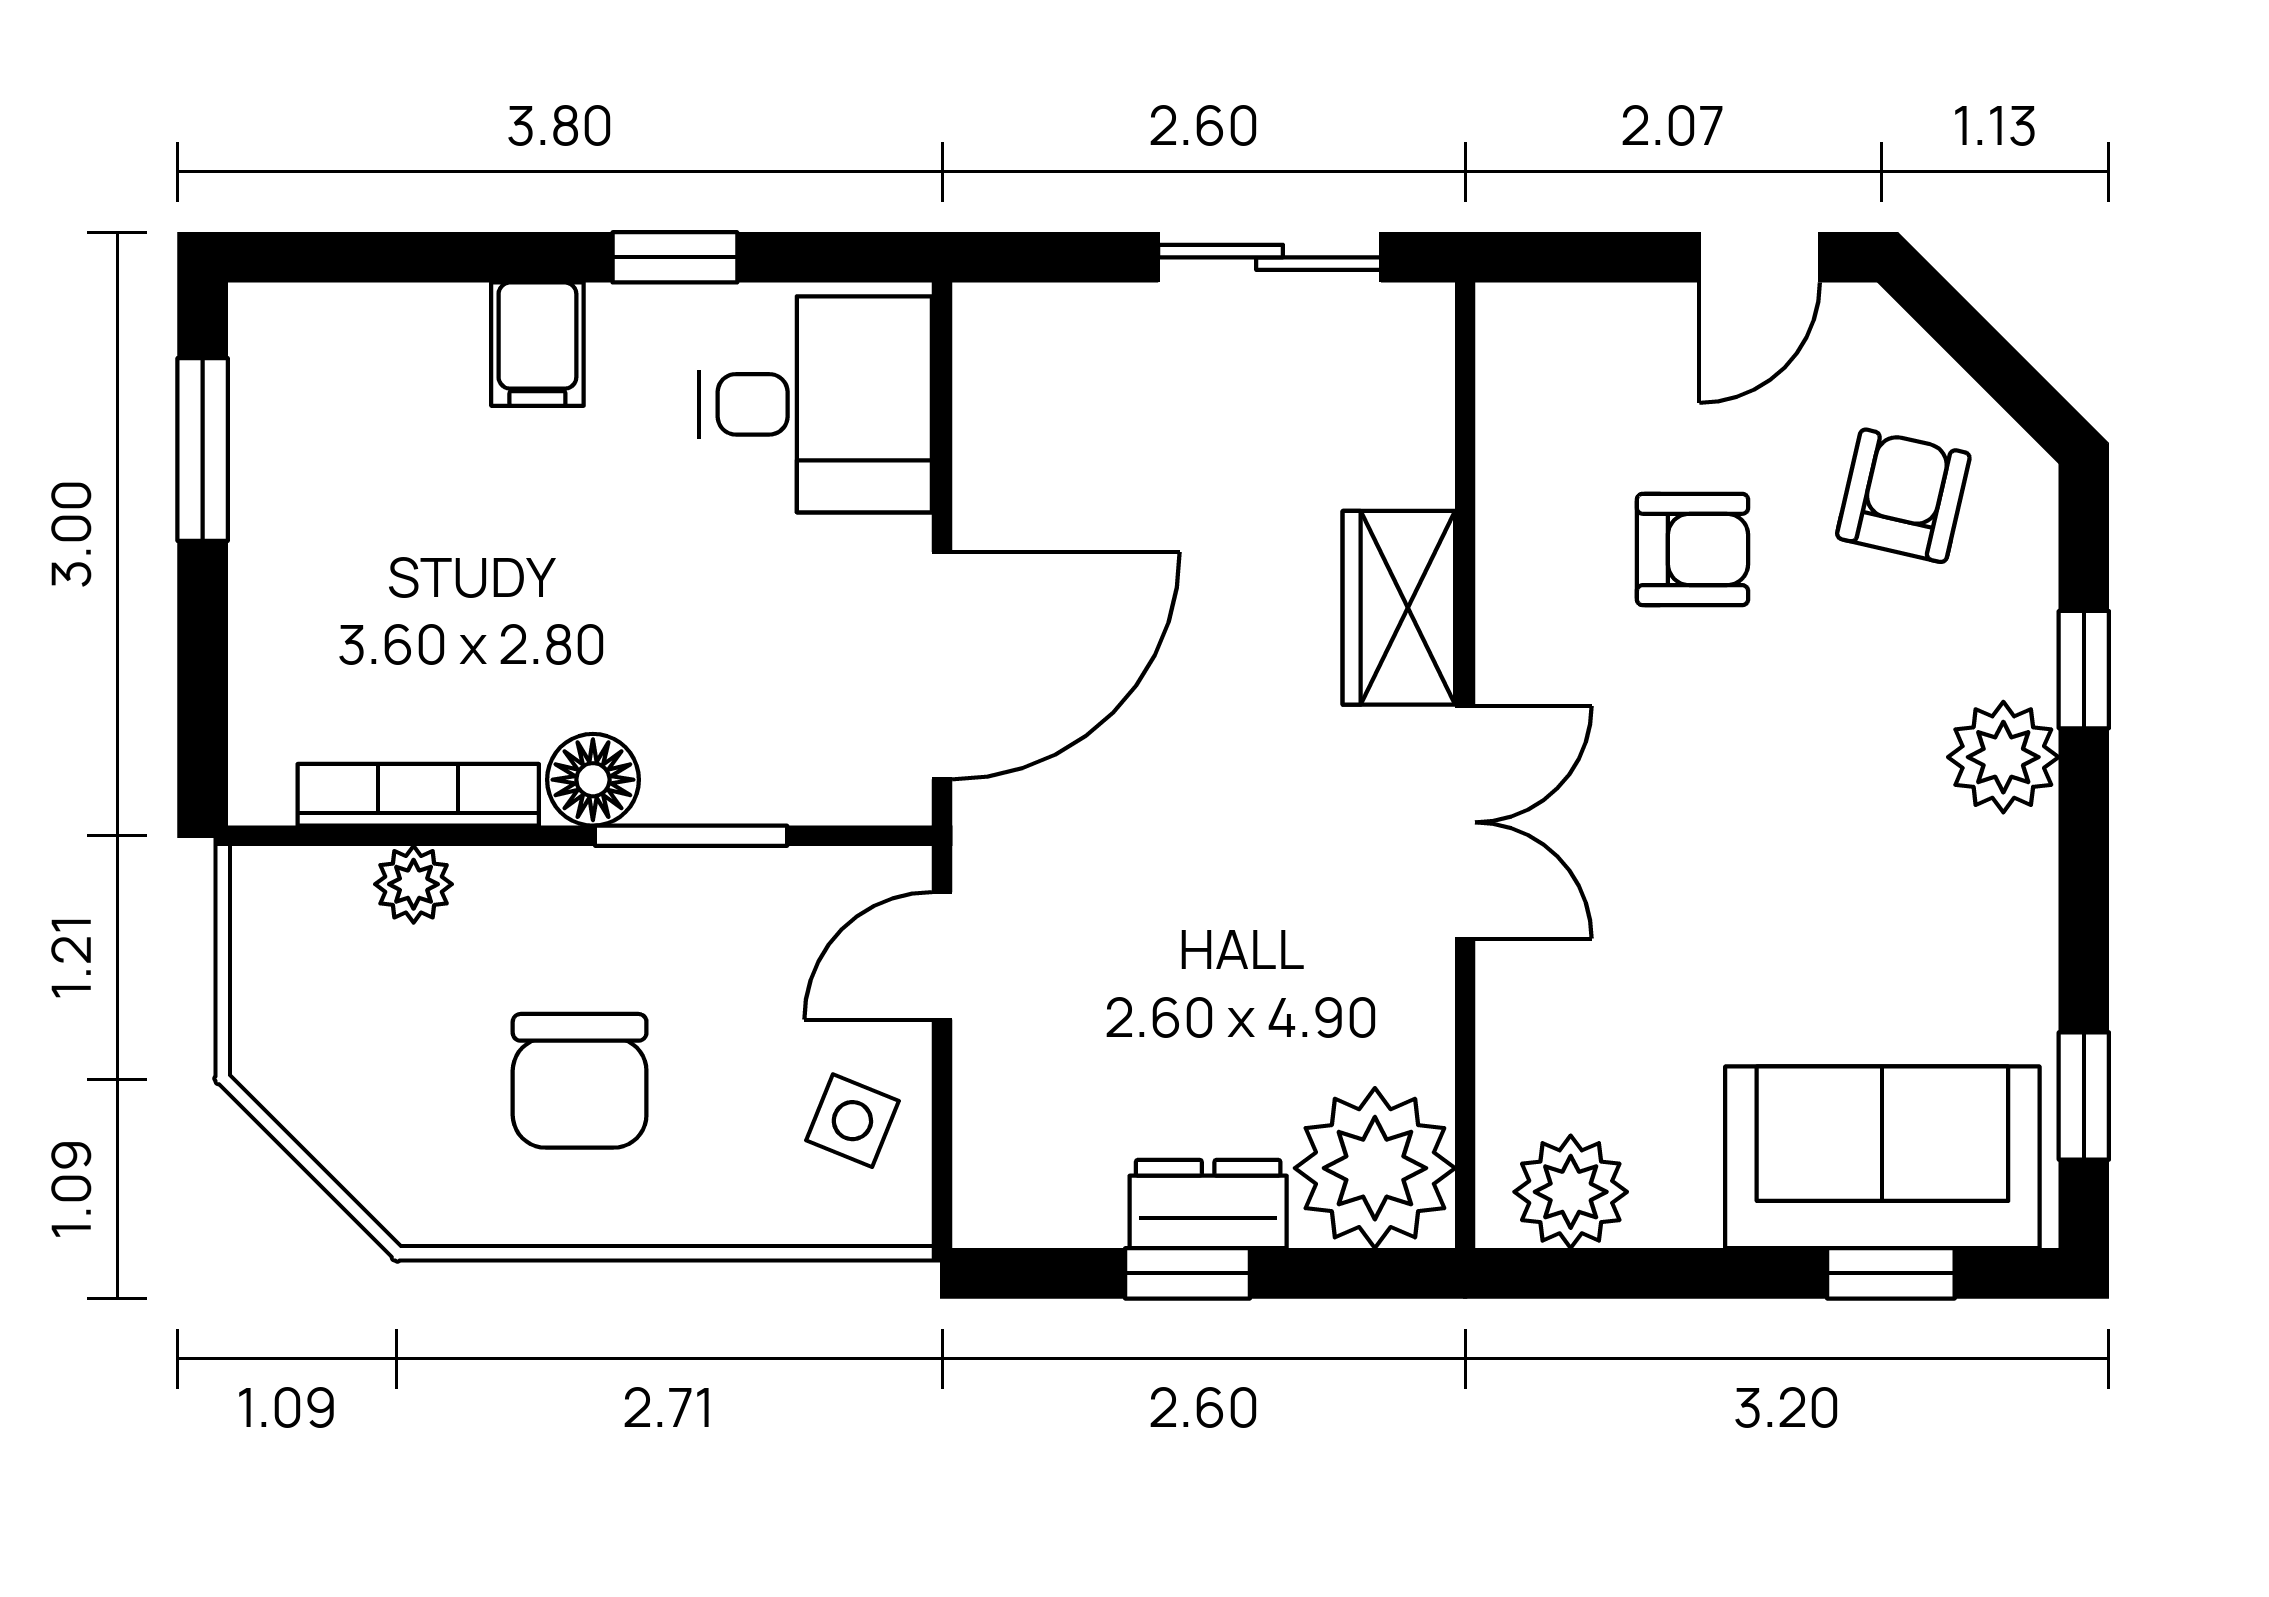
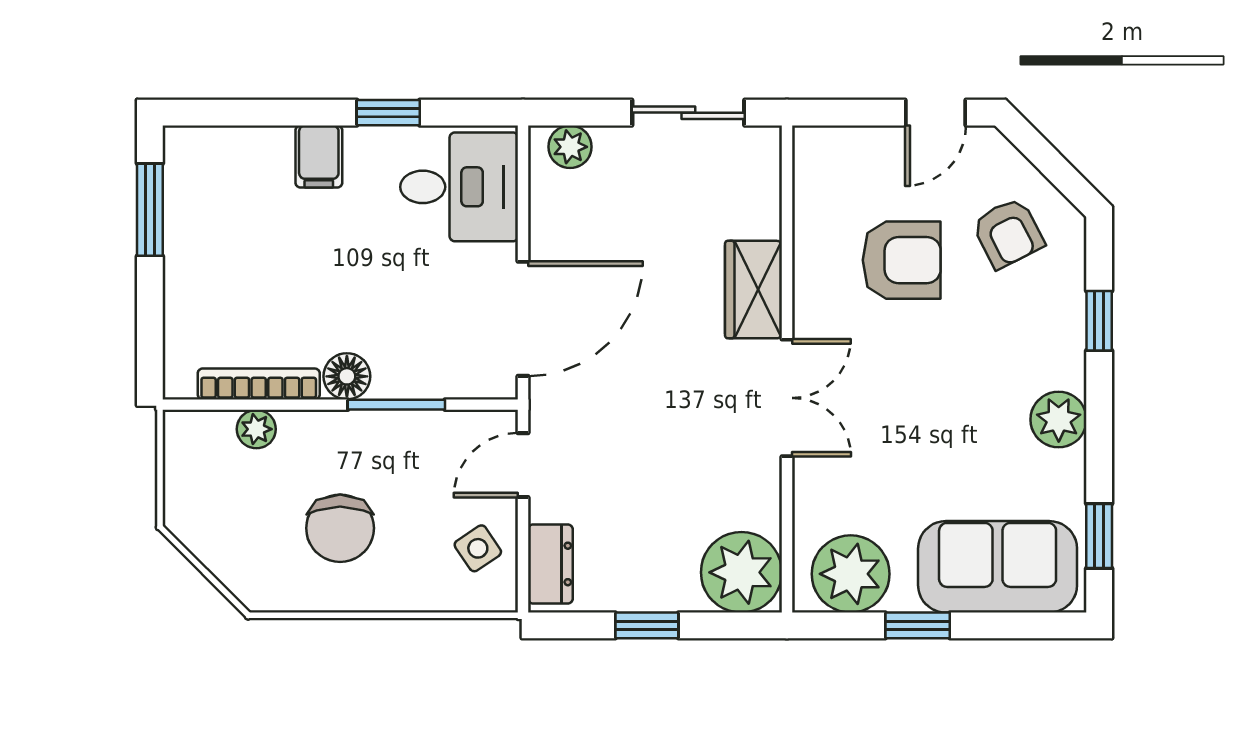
plant: (1035, 325) -> (570, 147), added
armchair: (1903, 496) -> (1008, 233), turned 140
armchair: (1692, 549) -> (902, 260), width x1.38, depth x1.38
plant: (2003, 757) -> (1059, 420), moved
side table: (852, 1121) -> (478, 548), turned 34
plant: (1571, 1192) -> (851, 574), width x1.36, depth x1.36
dresser: (1208, 1204) -> (550, 564), moved, turned 90
window: (1891, 1273) -> (918, 625), moved

